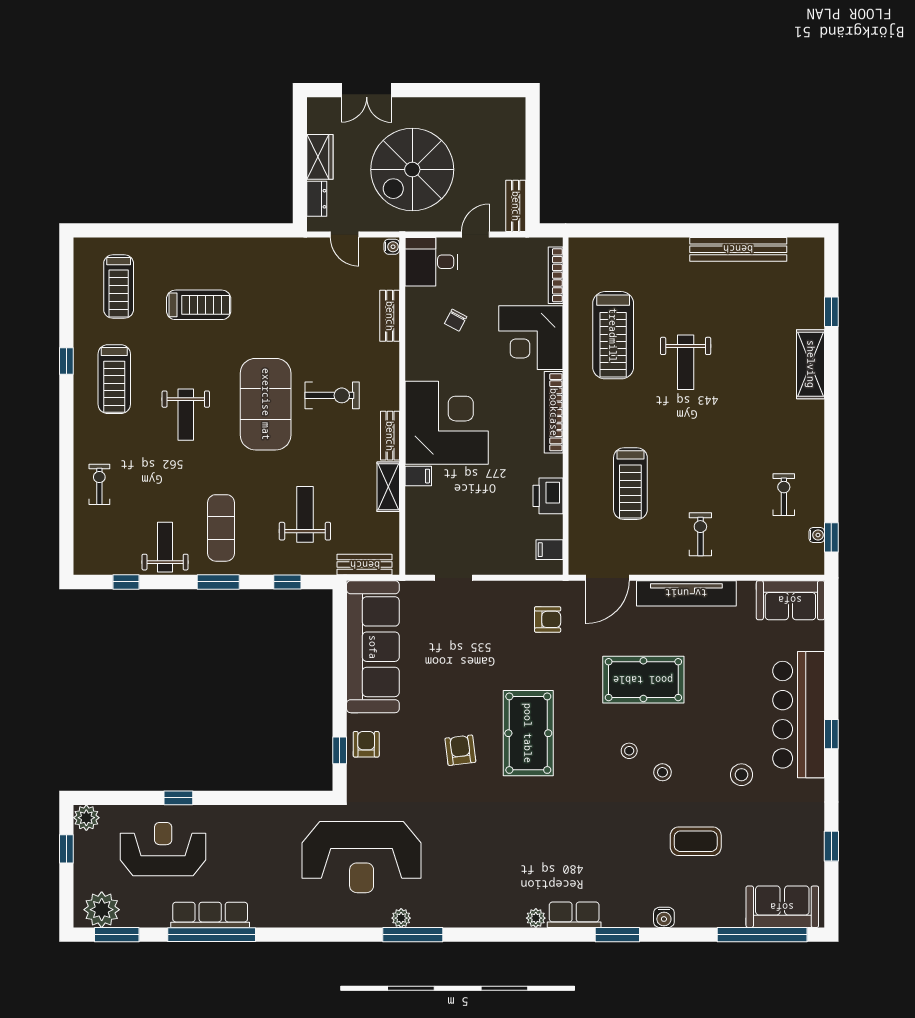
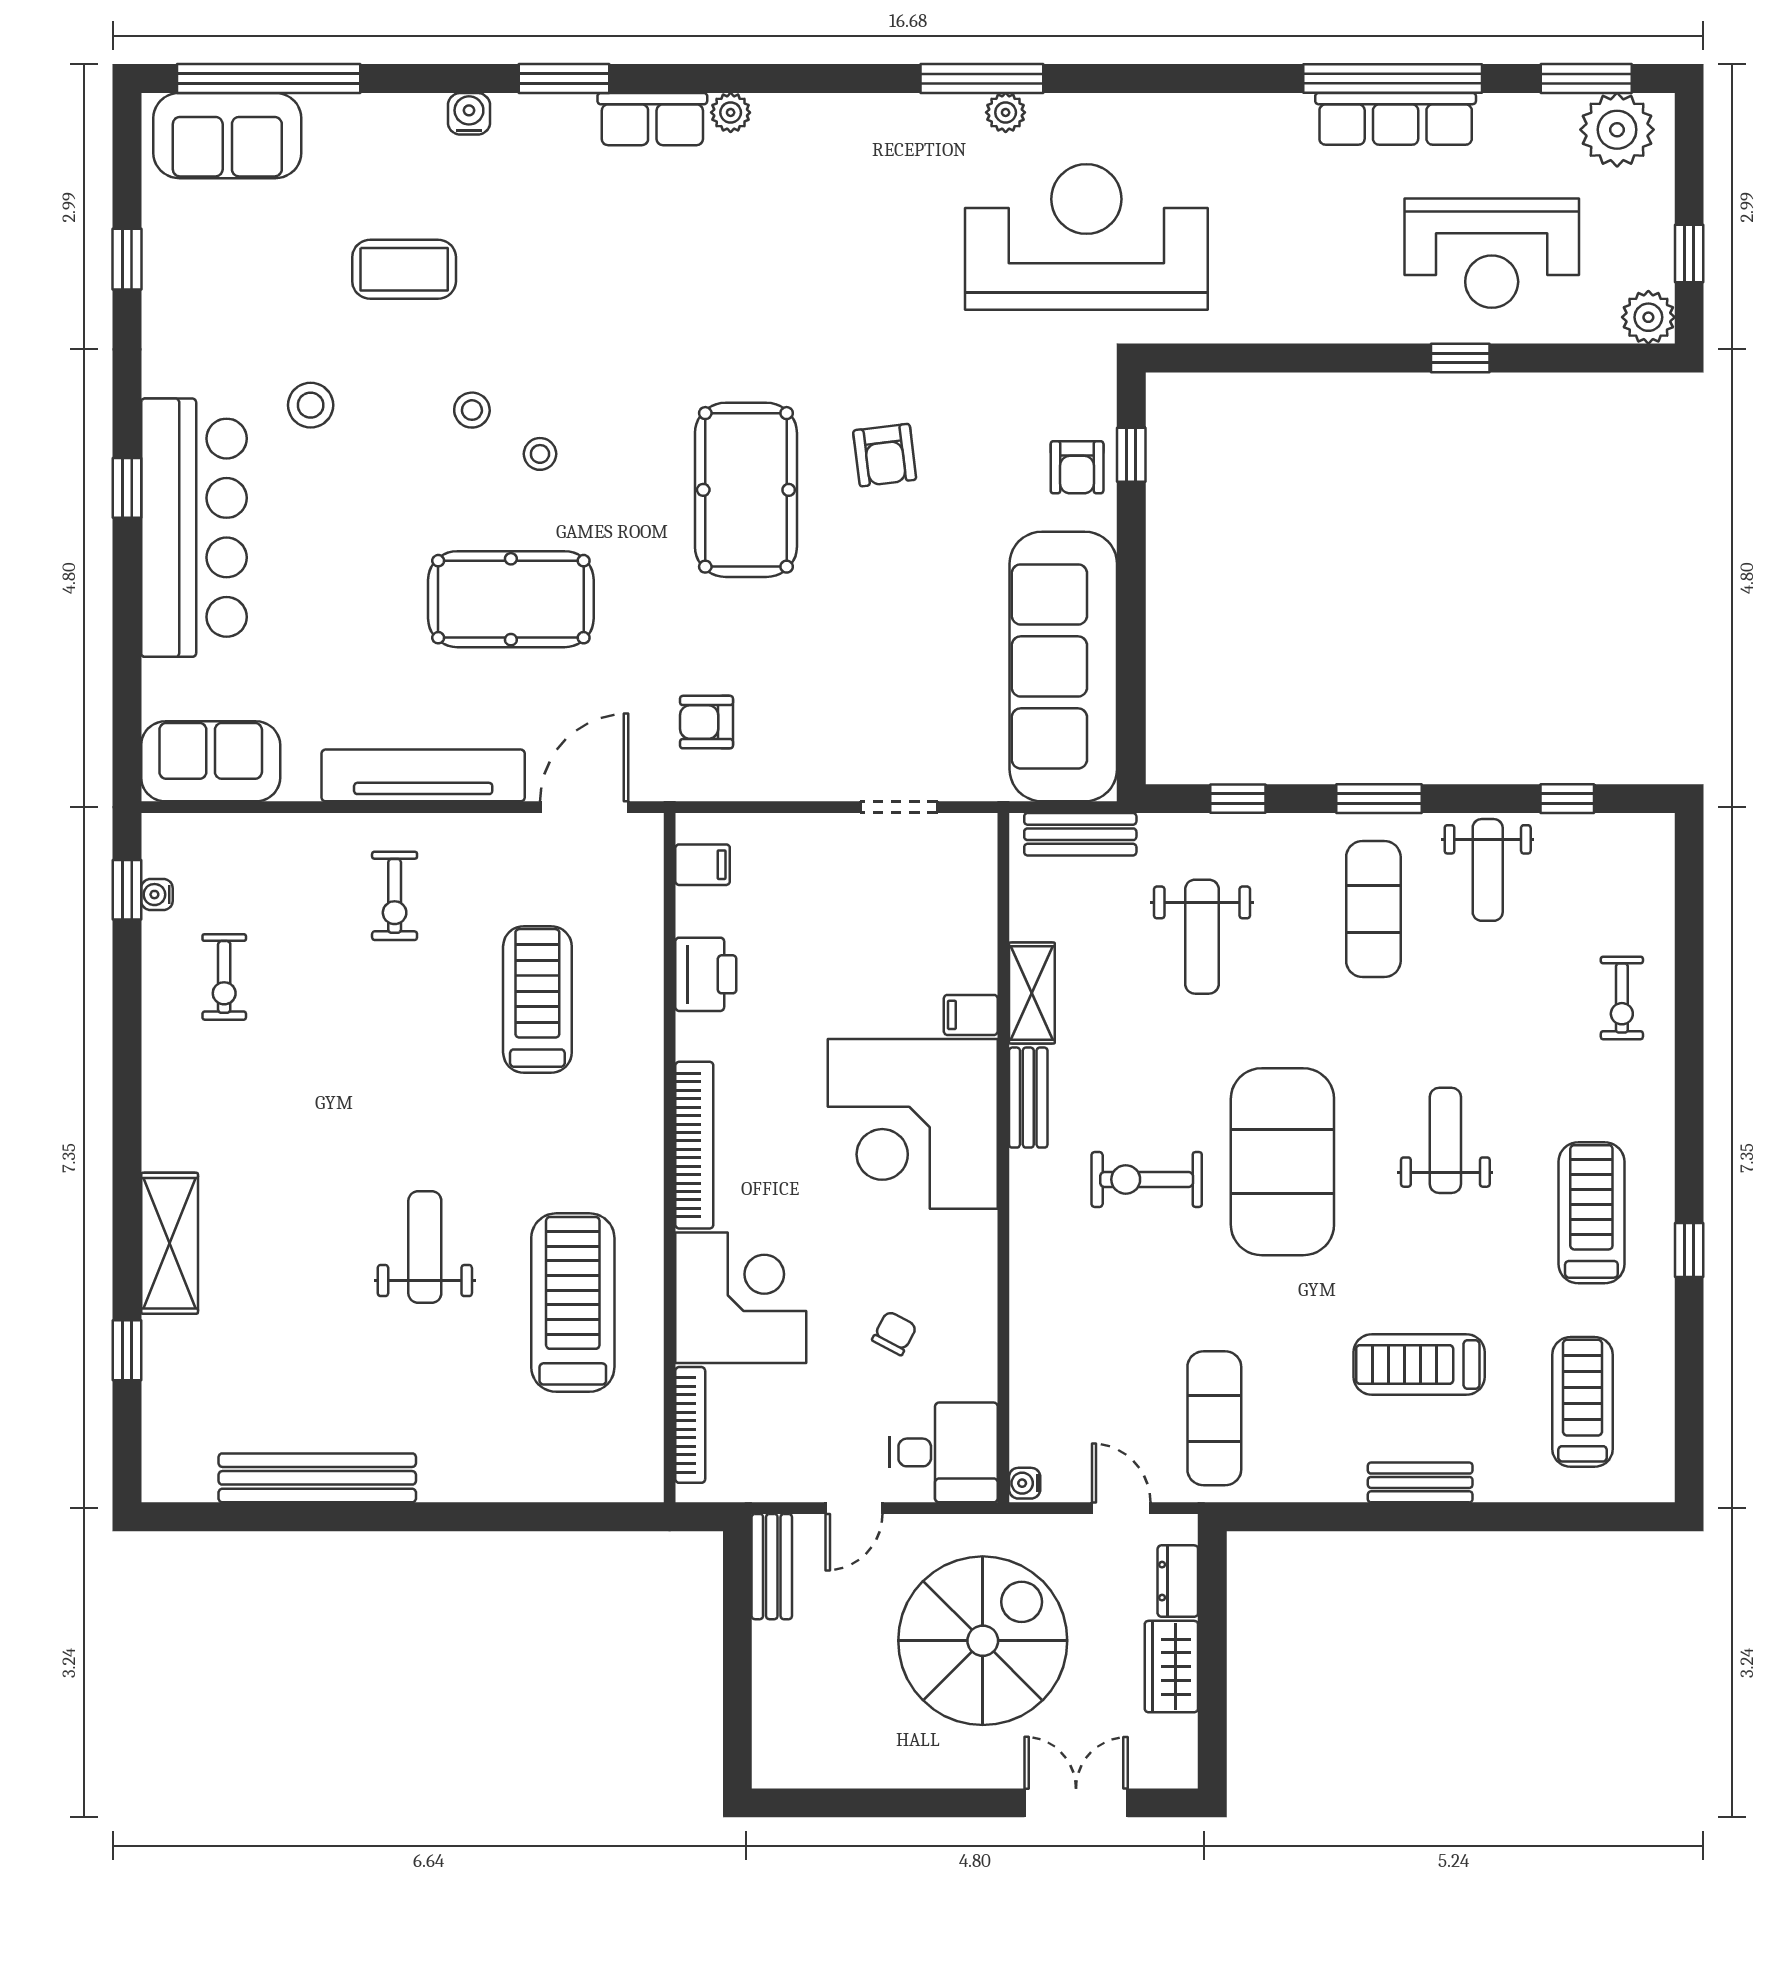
exercise mat: (299, 279) -> (1214, 1418), added
bench: (390, 316) -> (1420, 1482), moved, turned 90

